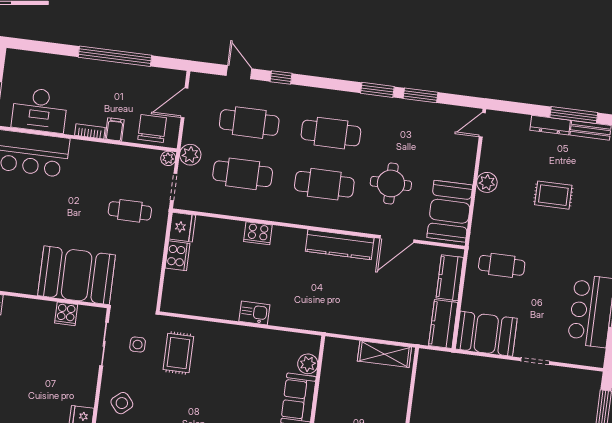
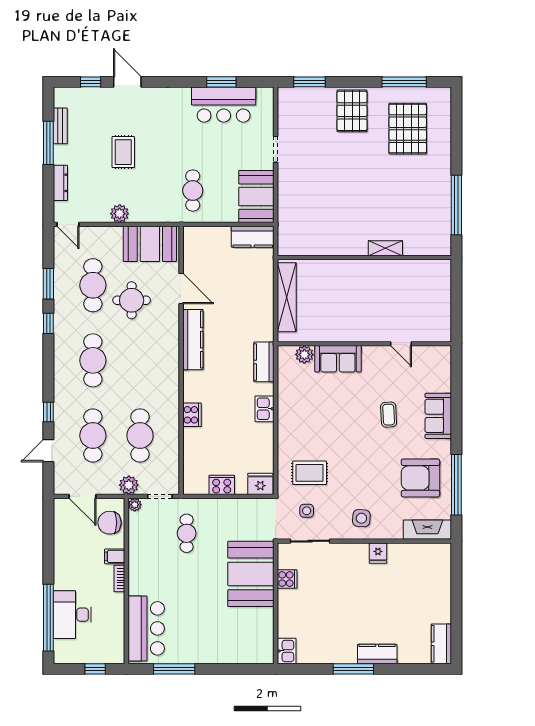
window: (115, 56) -> (48, 618), moved
window: (377, 90) -> (48, 323), width x0.67
desk: (40, 110) -> (72, 615), moved, turned 180
dresser: (550, 125) -> (60, 183), moved
cafe table: (324, 184) -> (93, 285), moved
fridge: (182, 227) -> (260, 484), moved
kitchen counter: (450, 278) -> (264, 362), moved, turned 90
shelving: (384, 354) -> (287, 297), width x1.47
side table: (122, 403) -> (361, 518), turned 45

